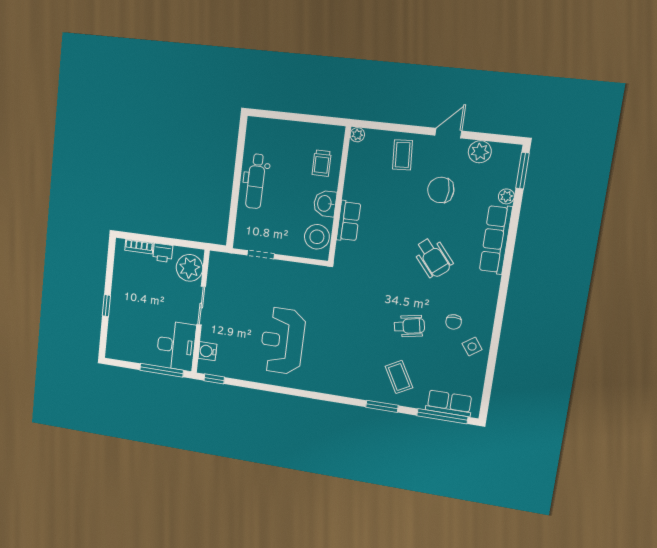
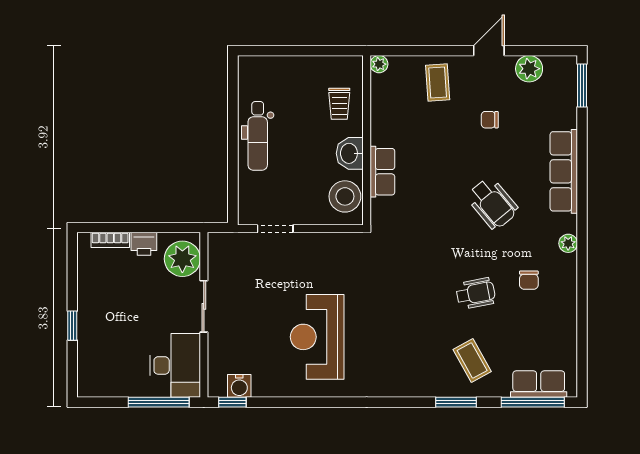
chair: (441, 190) -> (490, 120), width x0.54, depth x0.54
plant: (506, 196) -> (568, 243), moved
side table: (472, 347) -> (556, 308), removed
water cooler: (207, 351) -> (239, 386), moved, turned -90

